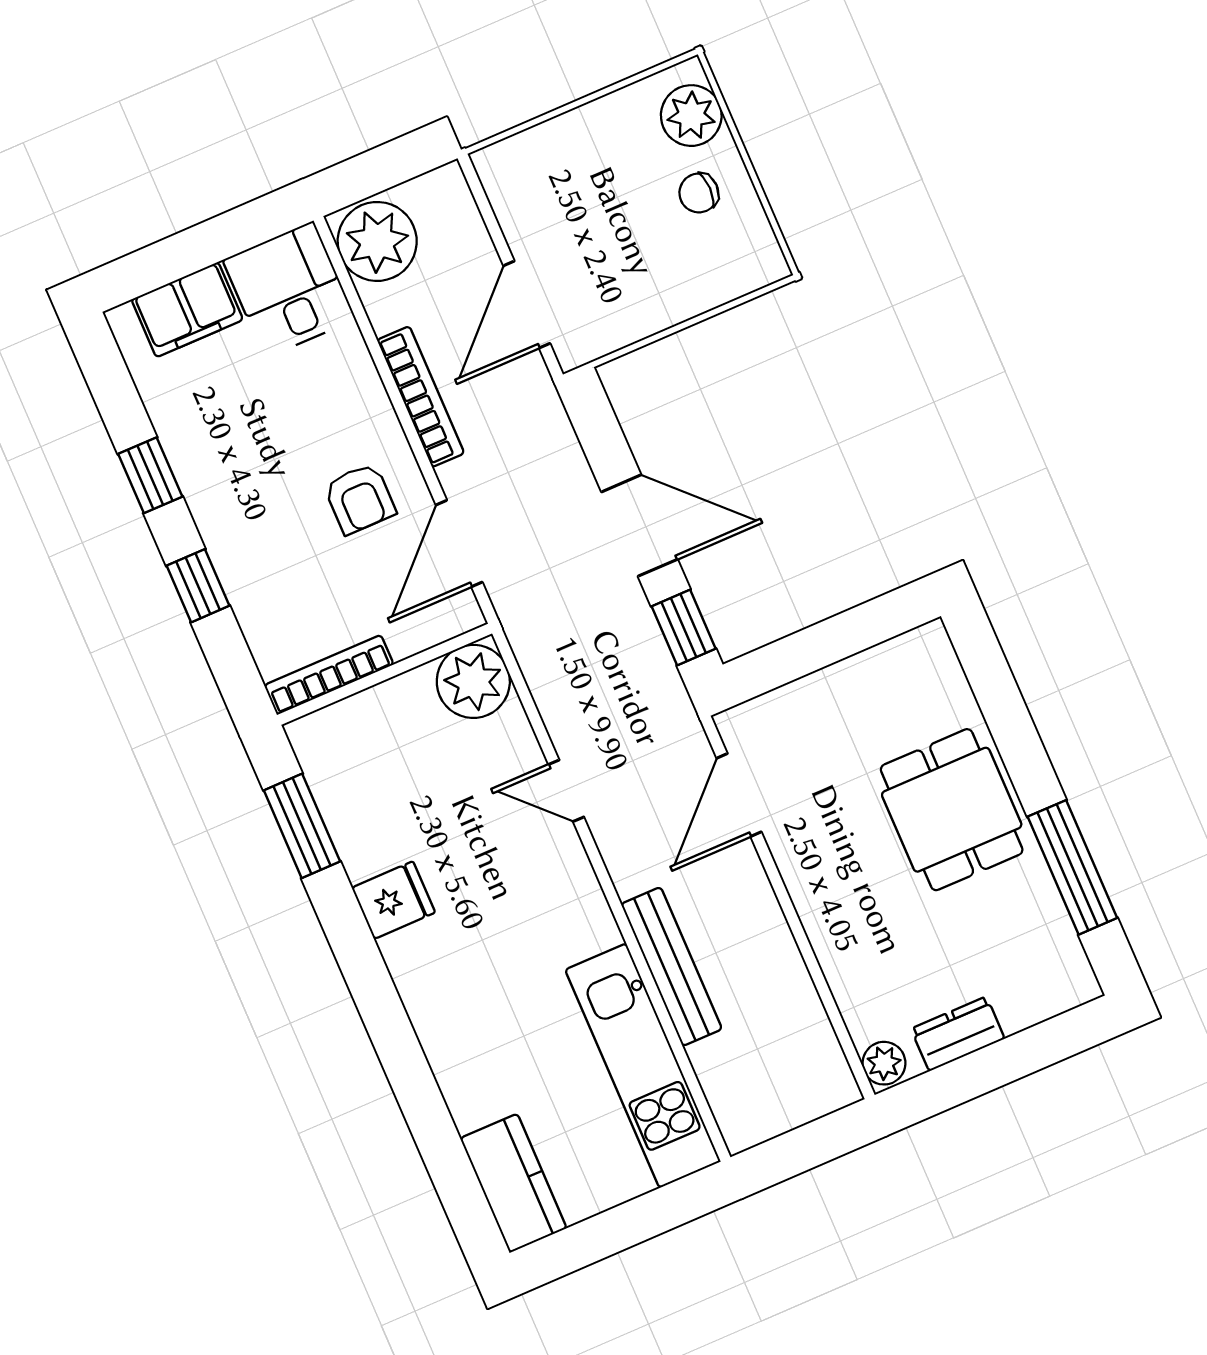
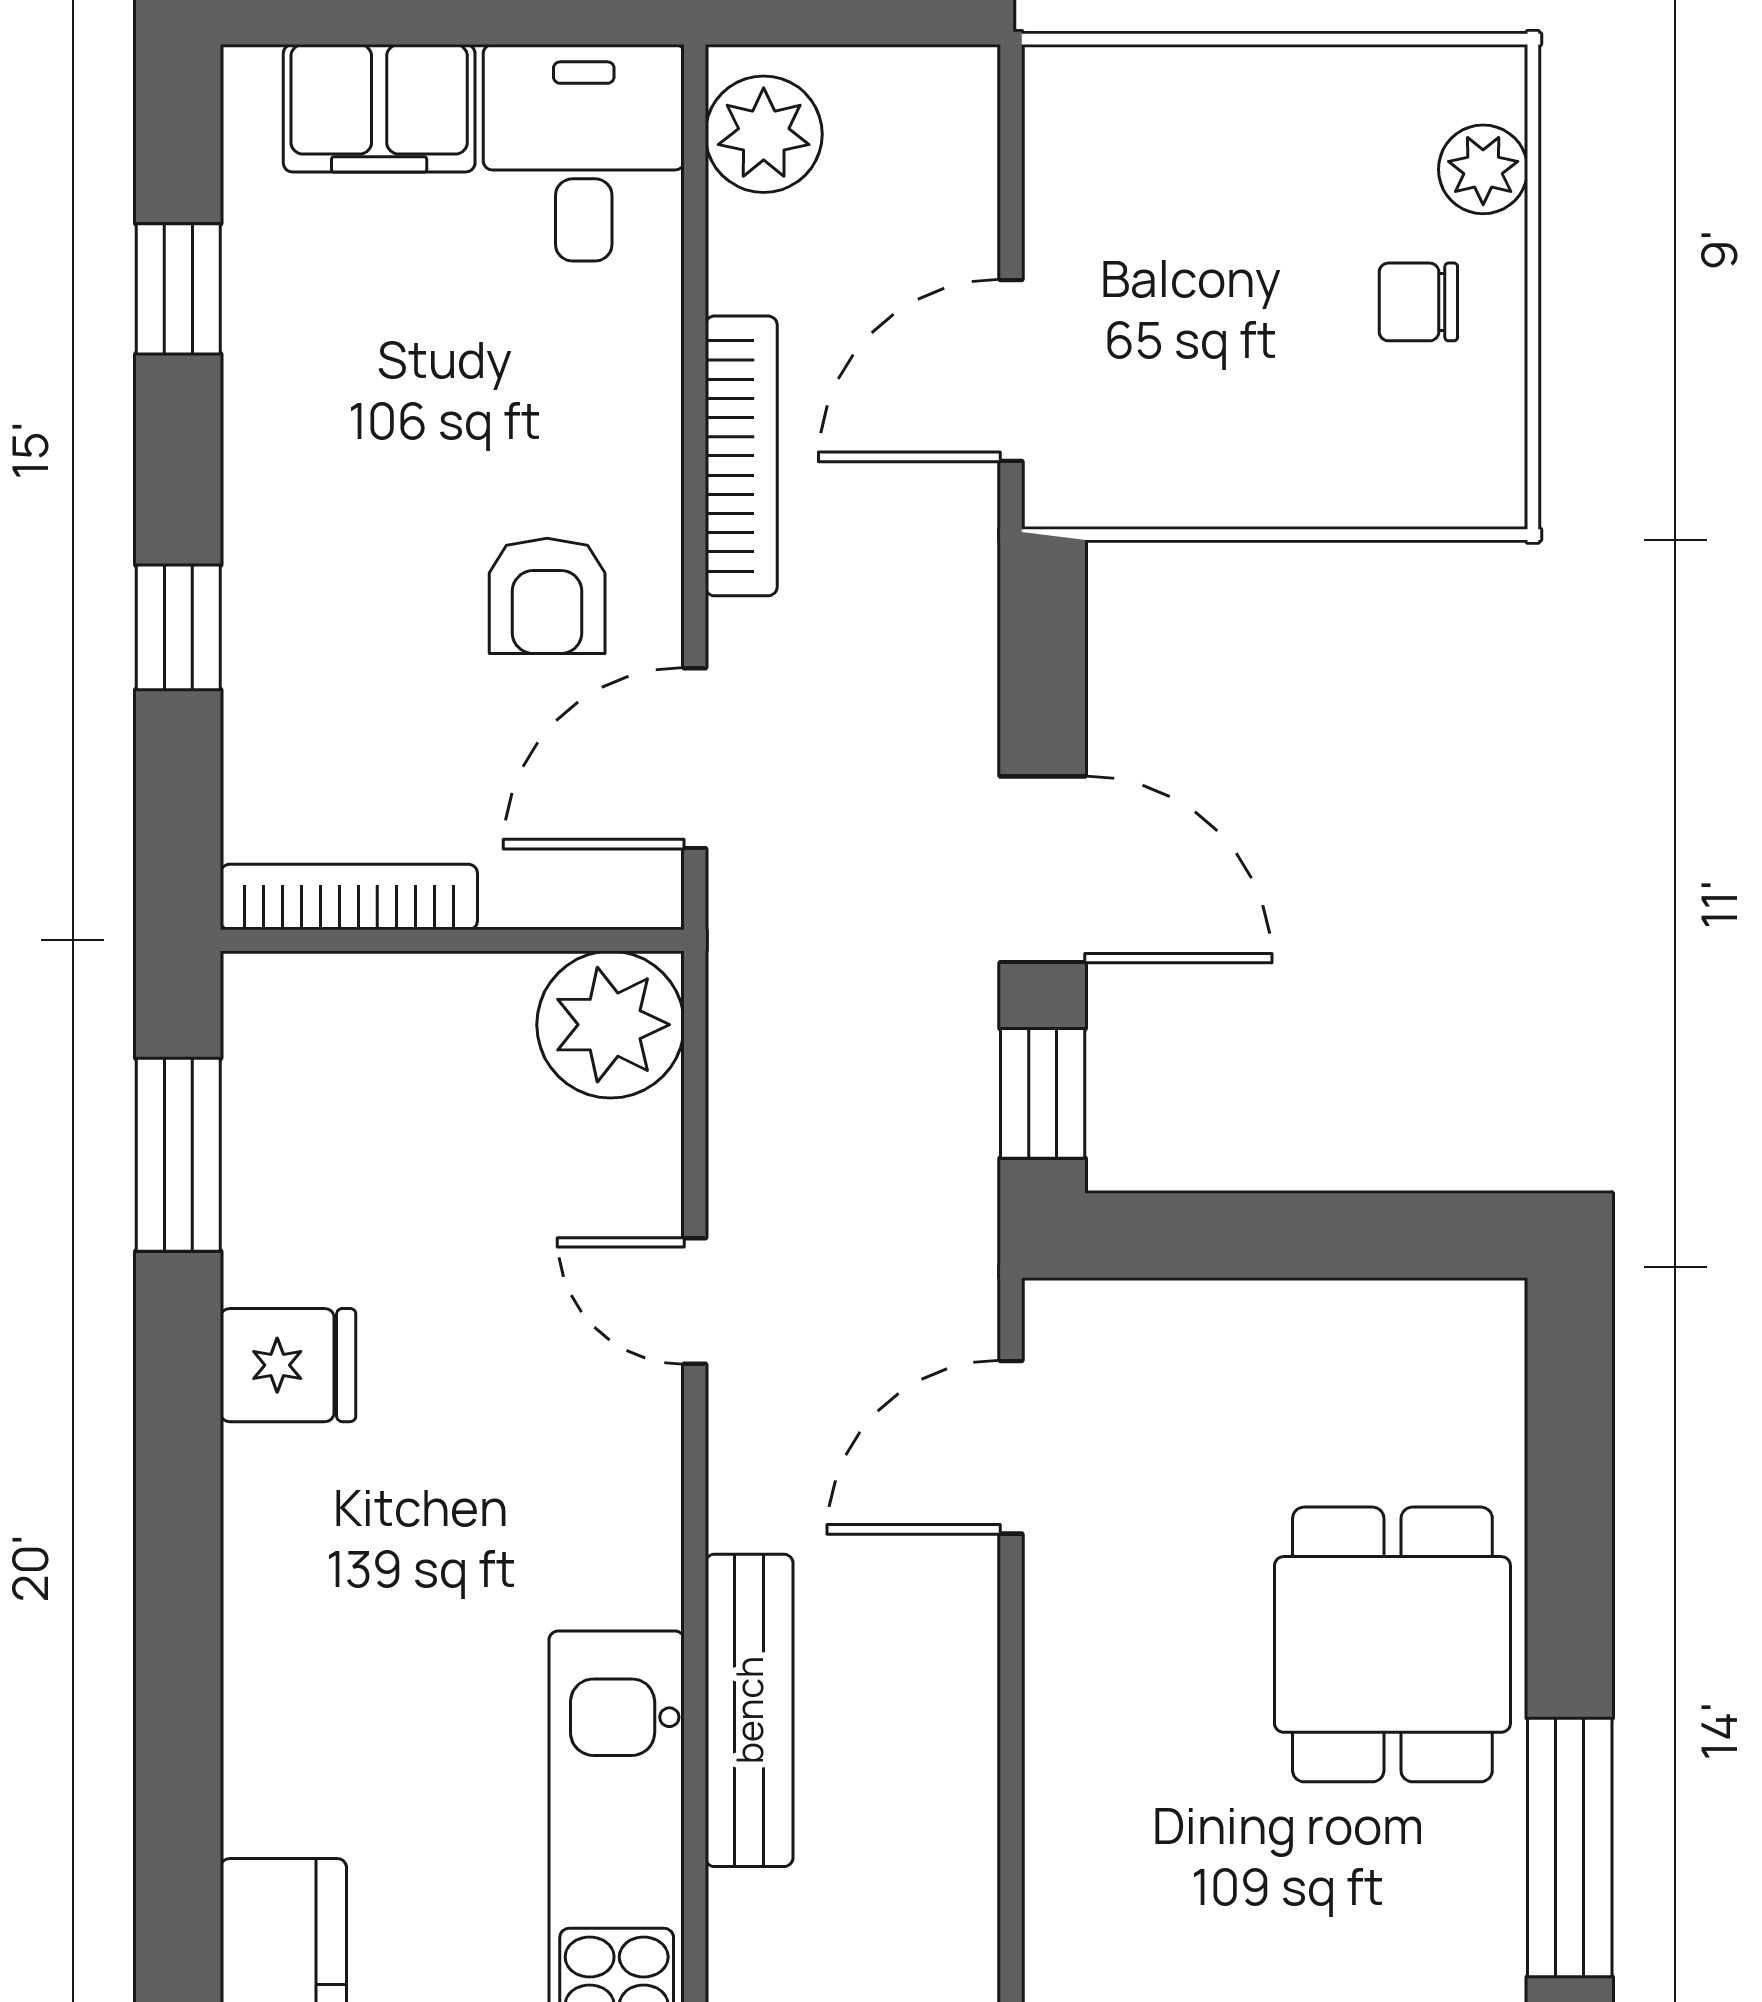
plant: (691, 116) -> (1483, 169), width x0.73, depth x0.73
plant: (377, 241) -> (764, 134), width x0.73, depth x0.73
window: (150, 475) -> (178, 289), moved

